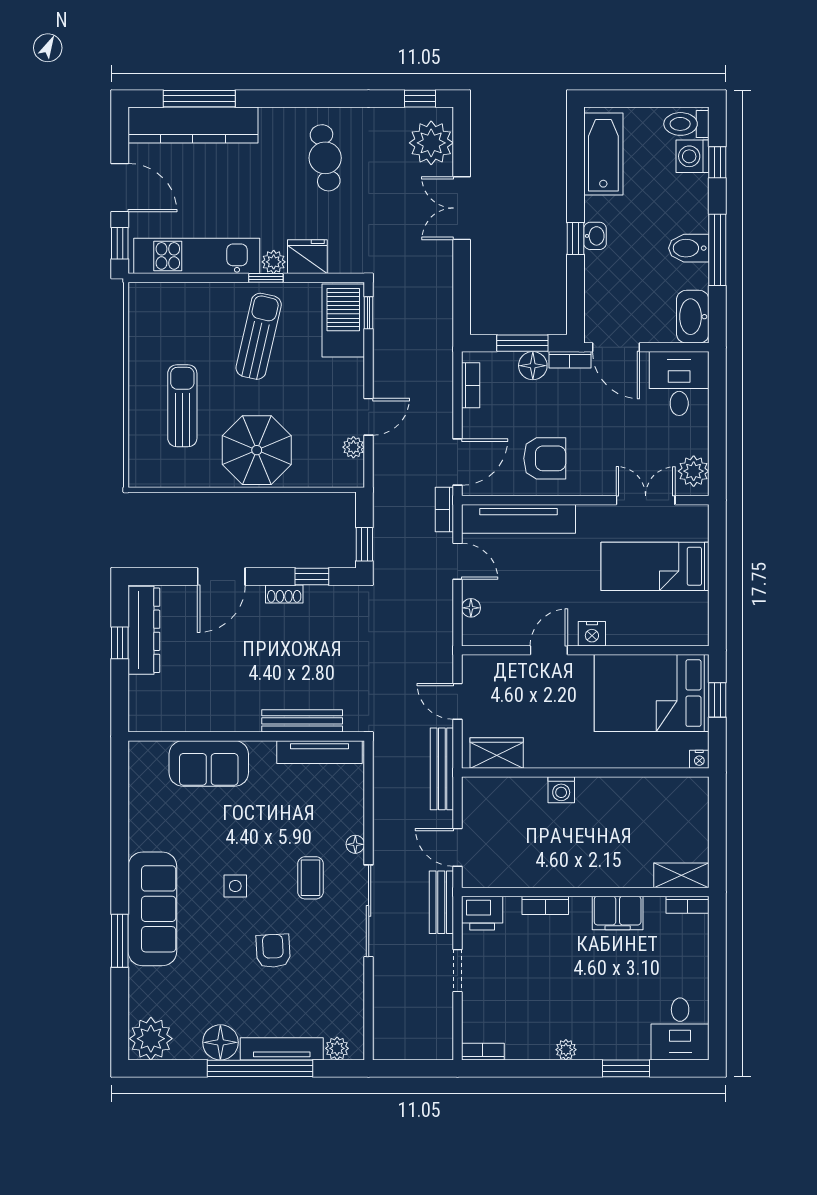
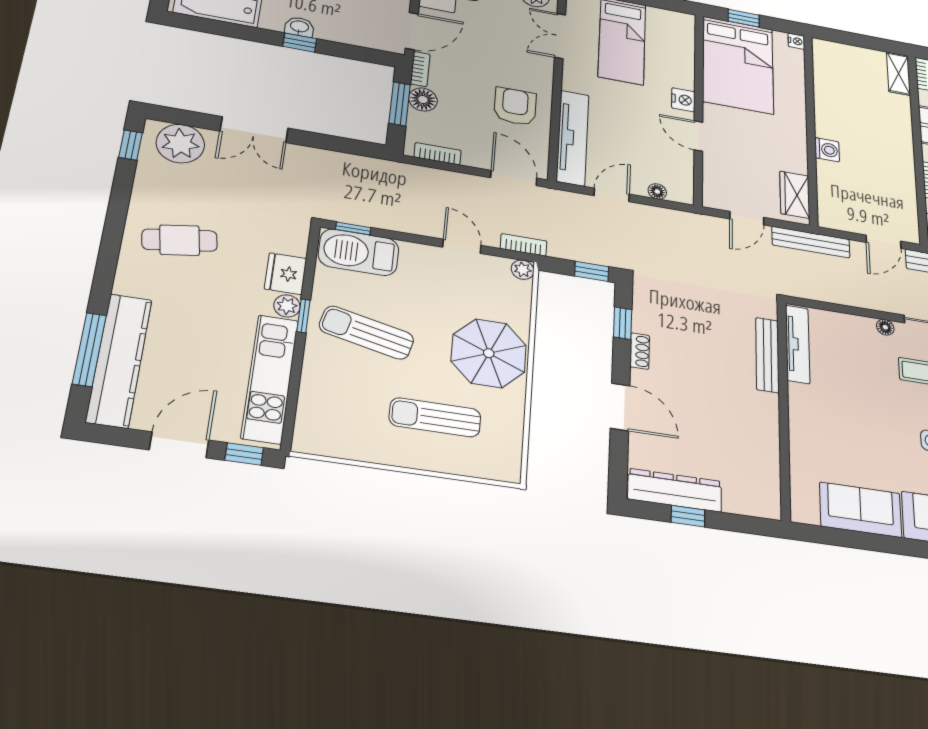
plant: (353, 447) -> (523, 270), moved
bookcase: (444, 510) -> (524, 245), moved, turned 180
sofa: (209, 763) -> (861, 510), moved, turned -90

